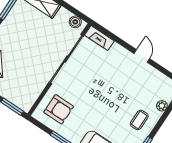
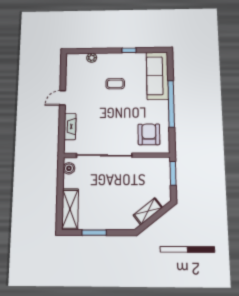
fireplace: (99, 38) -> (70, 127), moved
coffee table: (139, 120) -> (115, 84), moved

